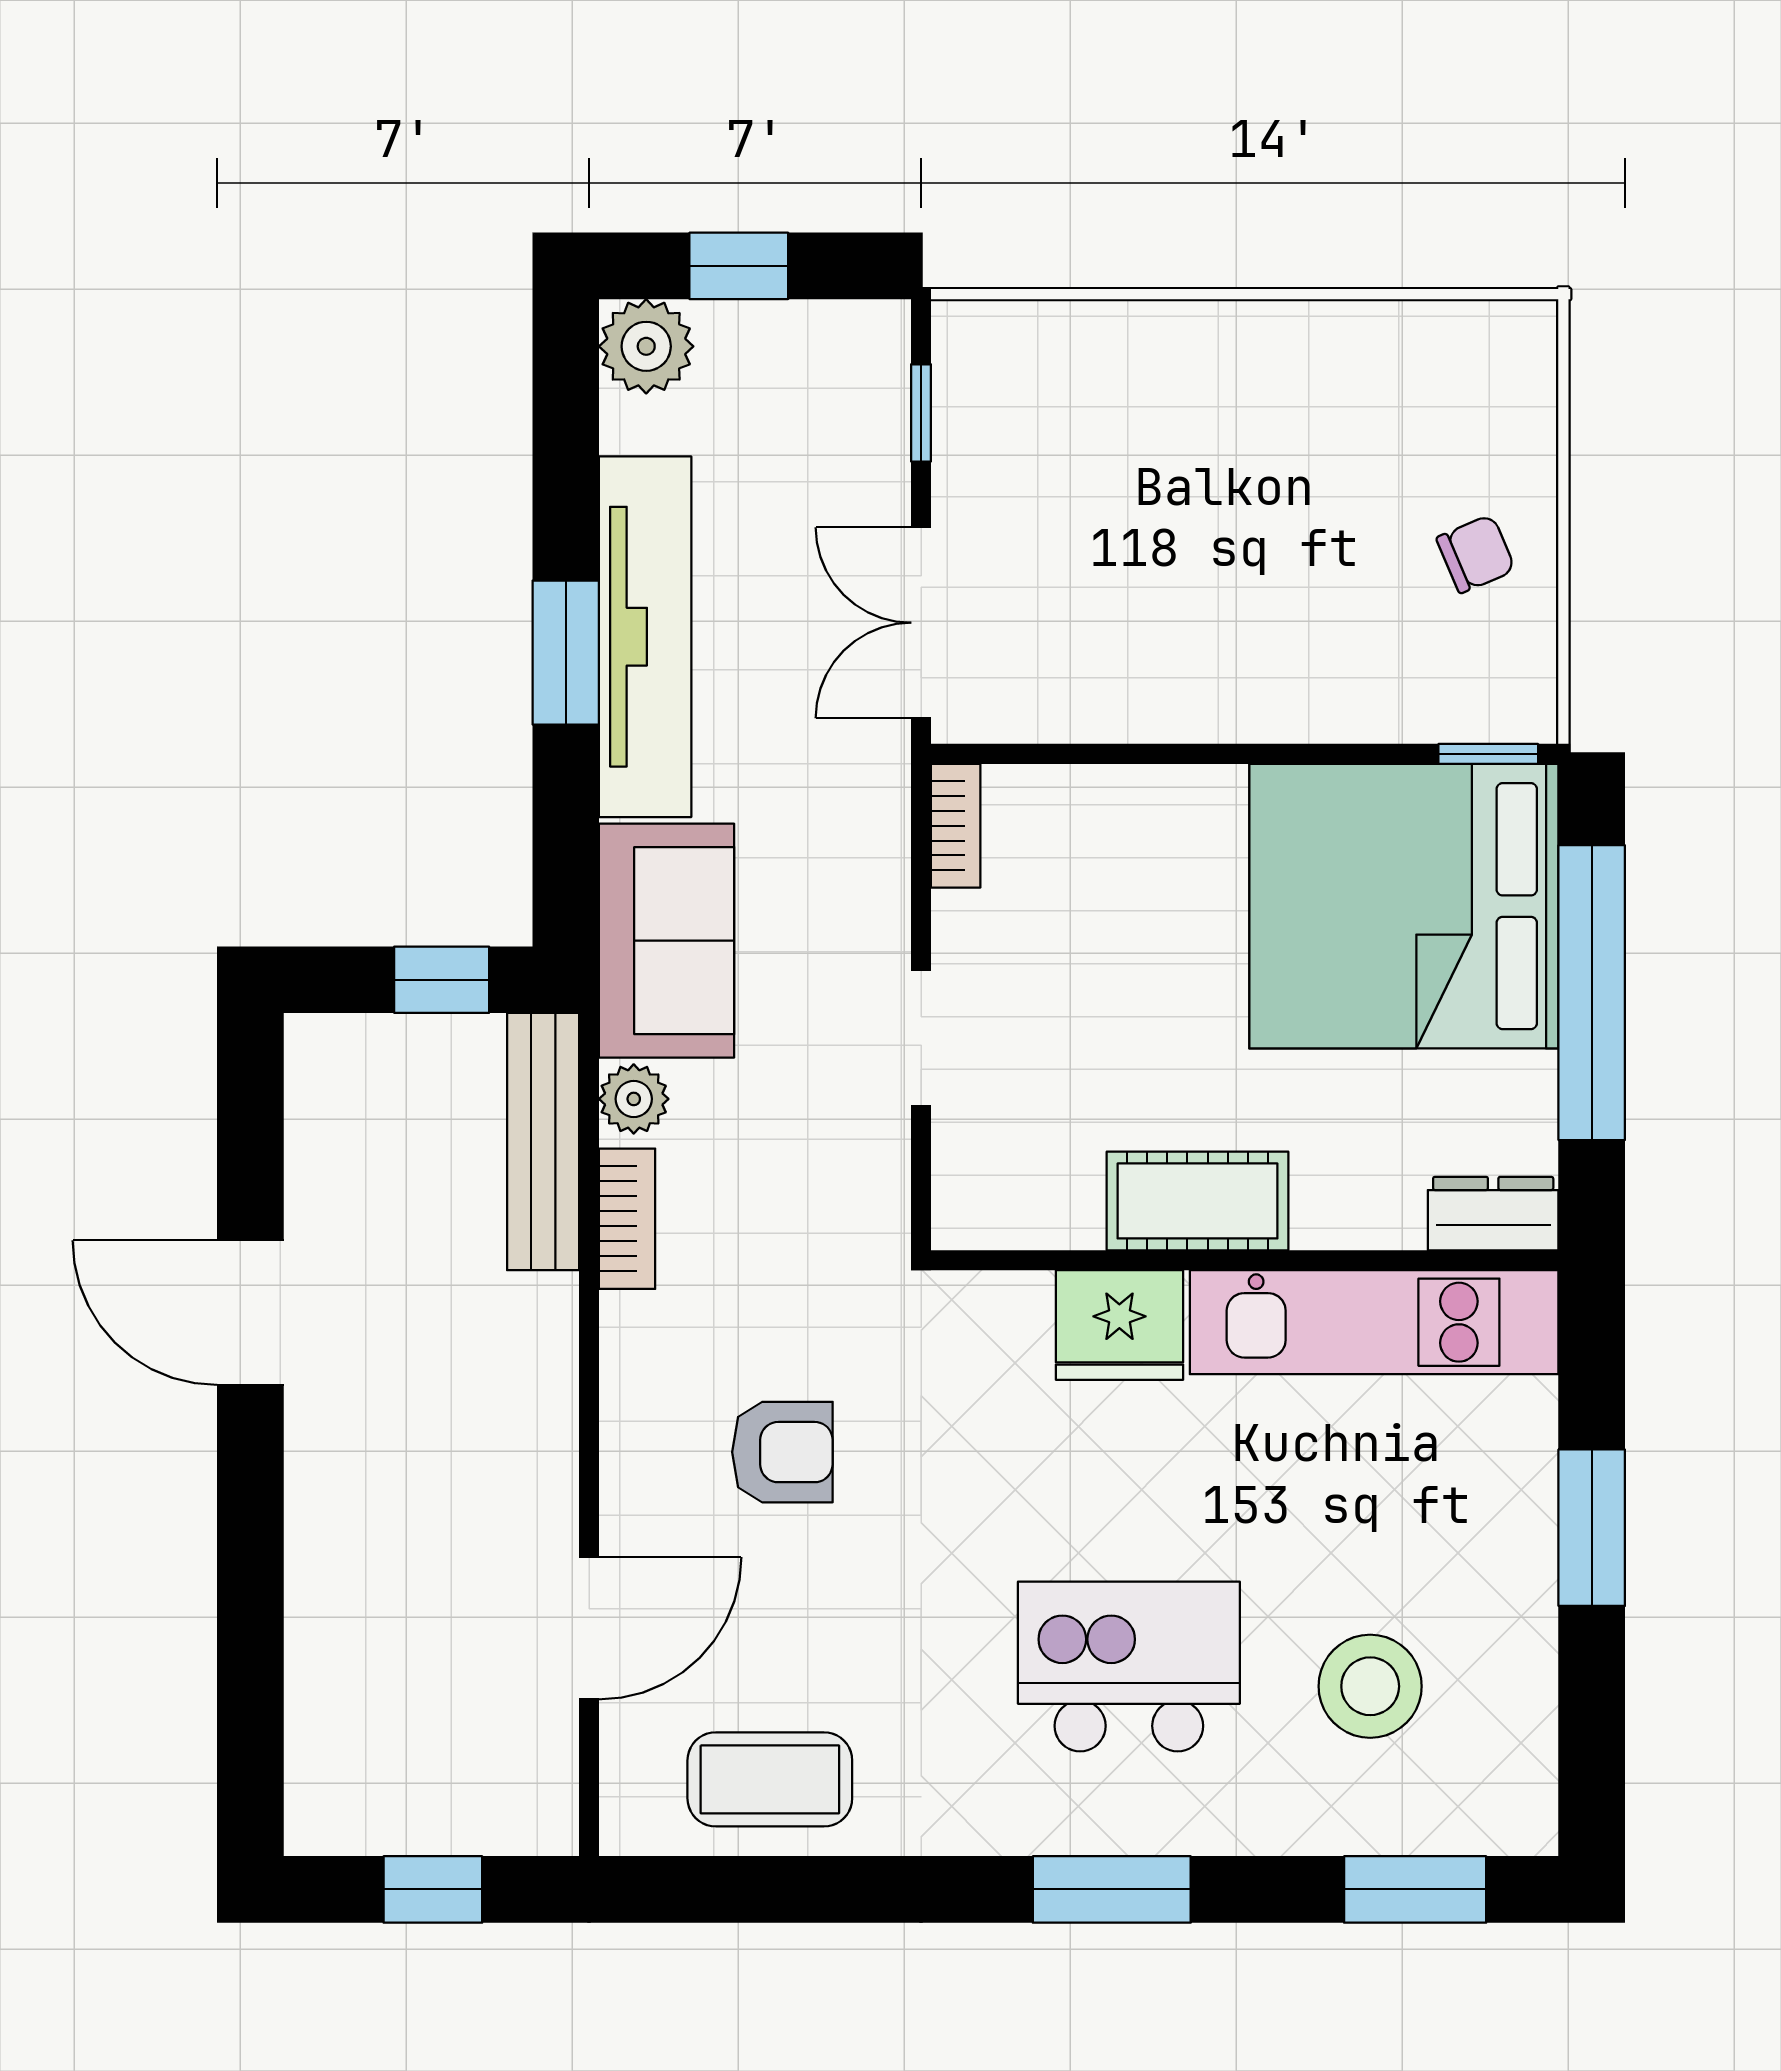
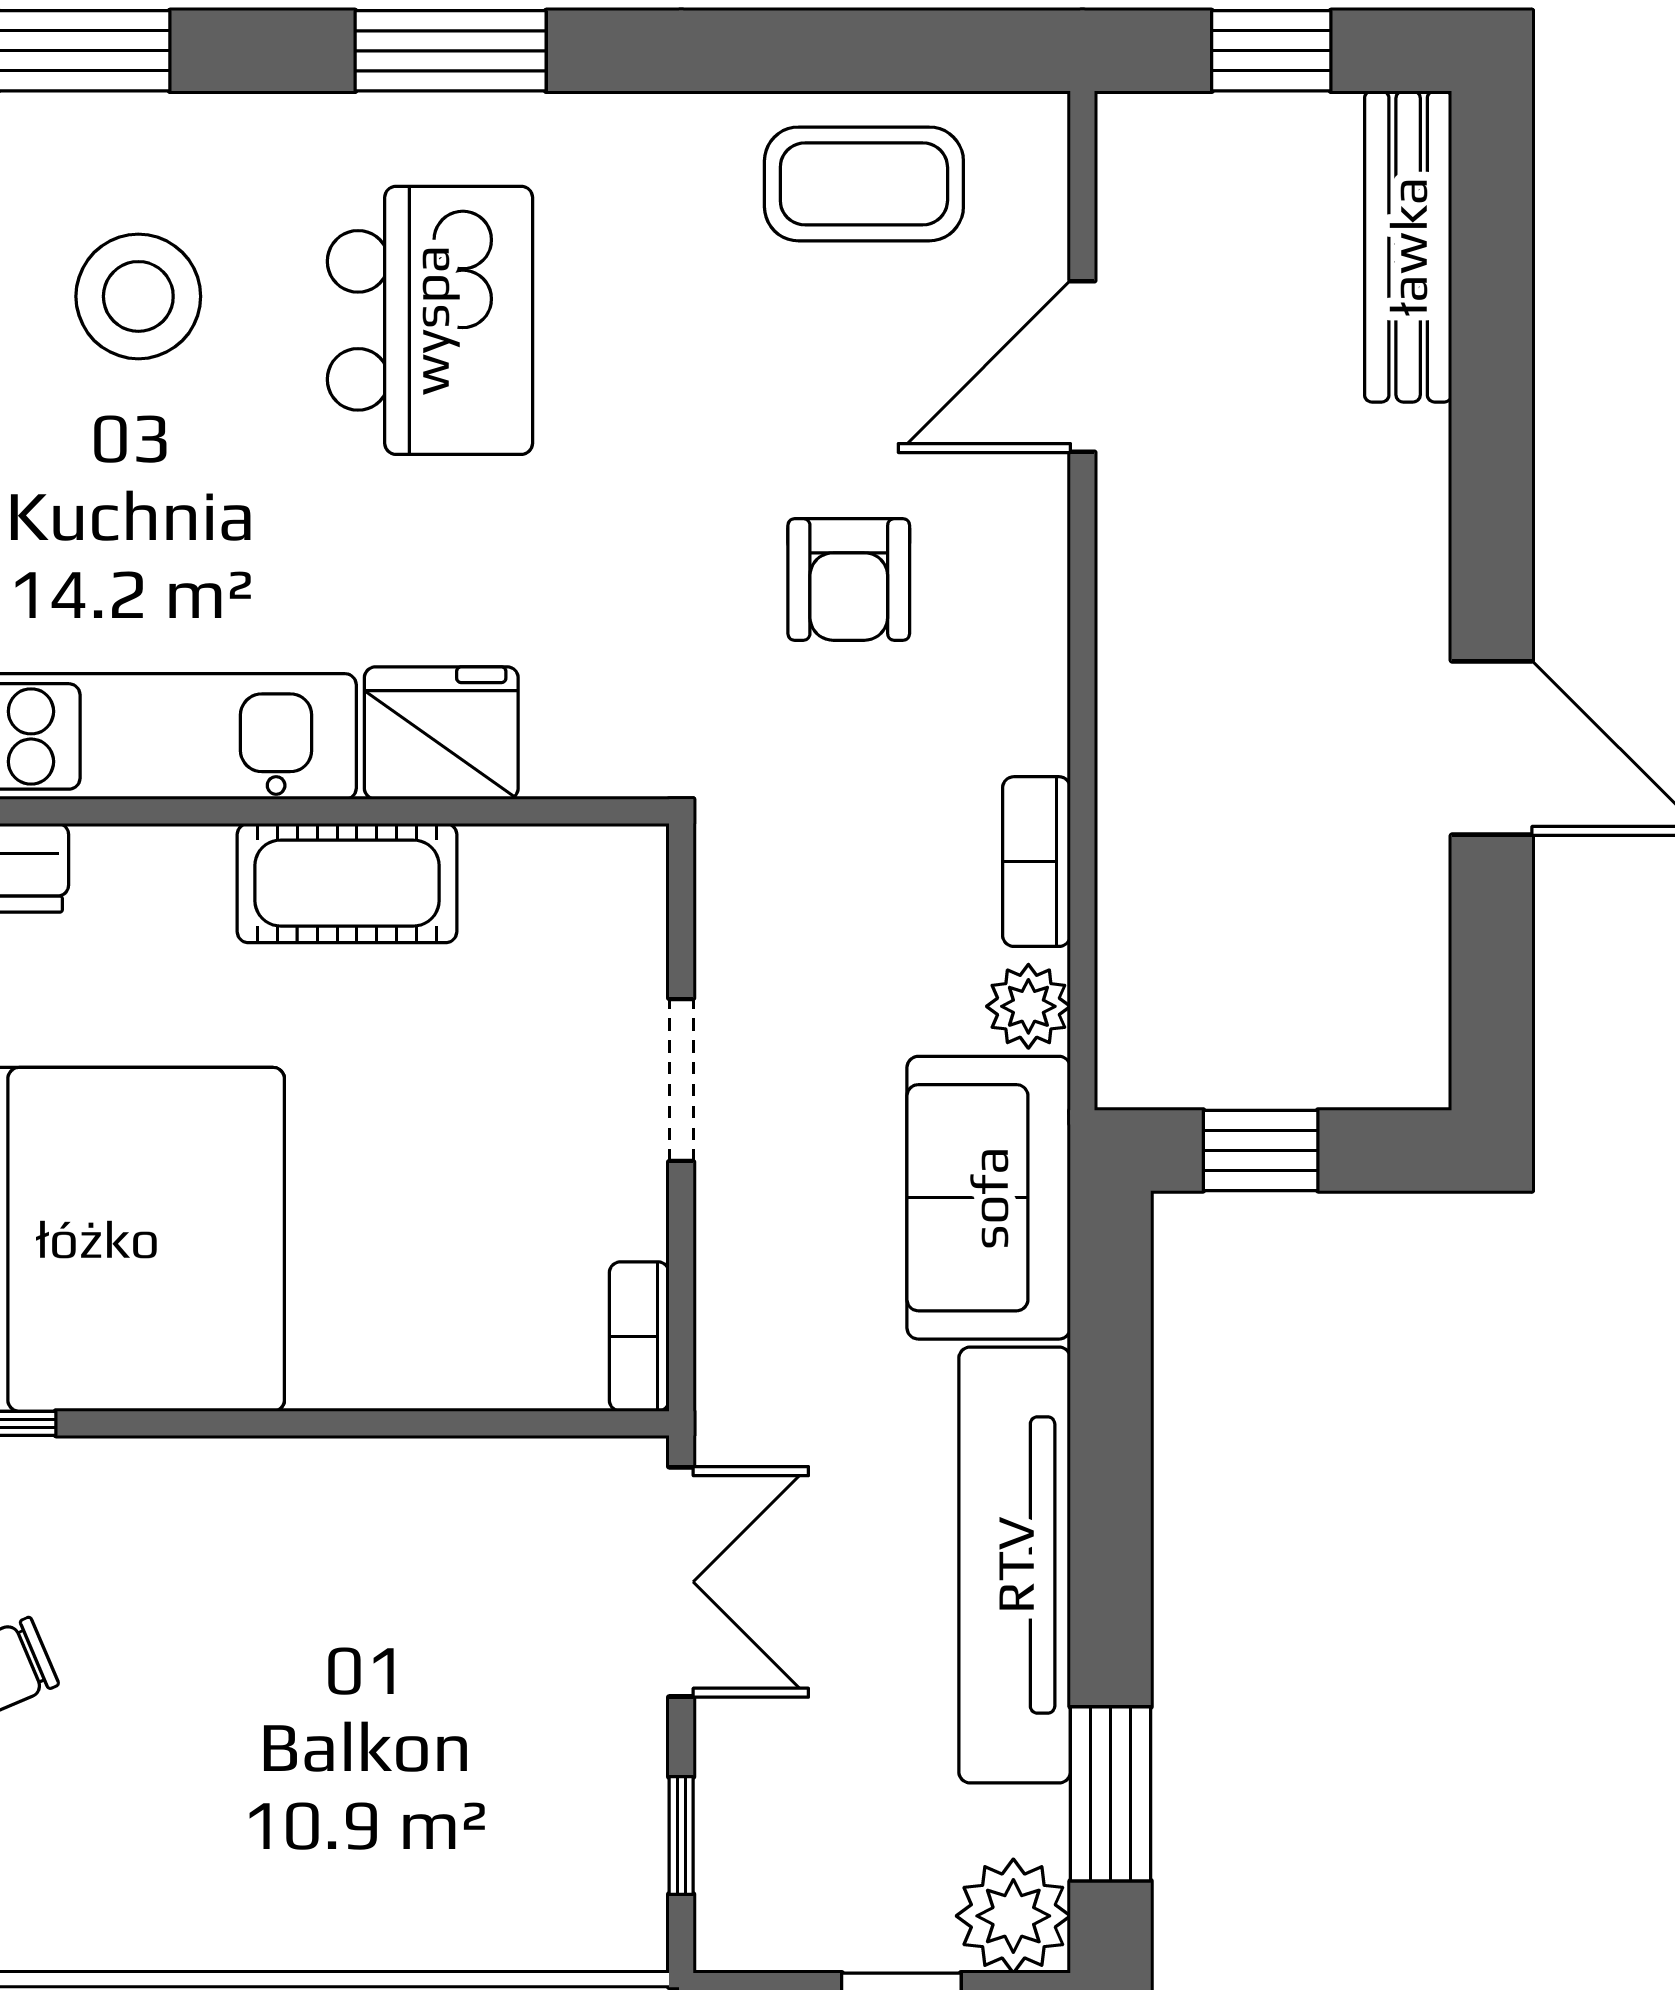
window: (566, 653) -> (1111, 1794), moved
bench: (543, 1142) -> (1408, 246), moved
armchair: (782, 1452) -> (849, 579), turned -90
kitchen island: (1129, 1666) -> (430, 320), turned -90

